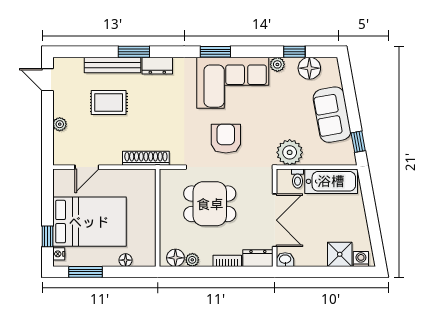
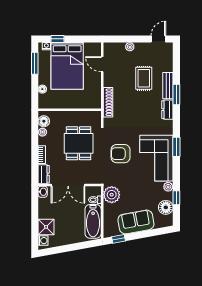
bench: (113, 65) -> (168, 86), width x0.73
armchair: (226, 139) -> (121, 154), turned 180

